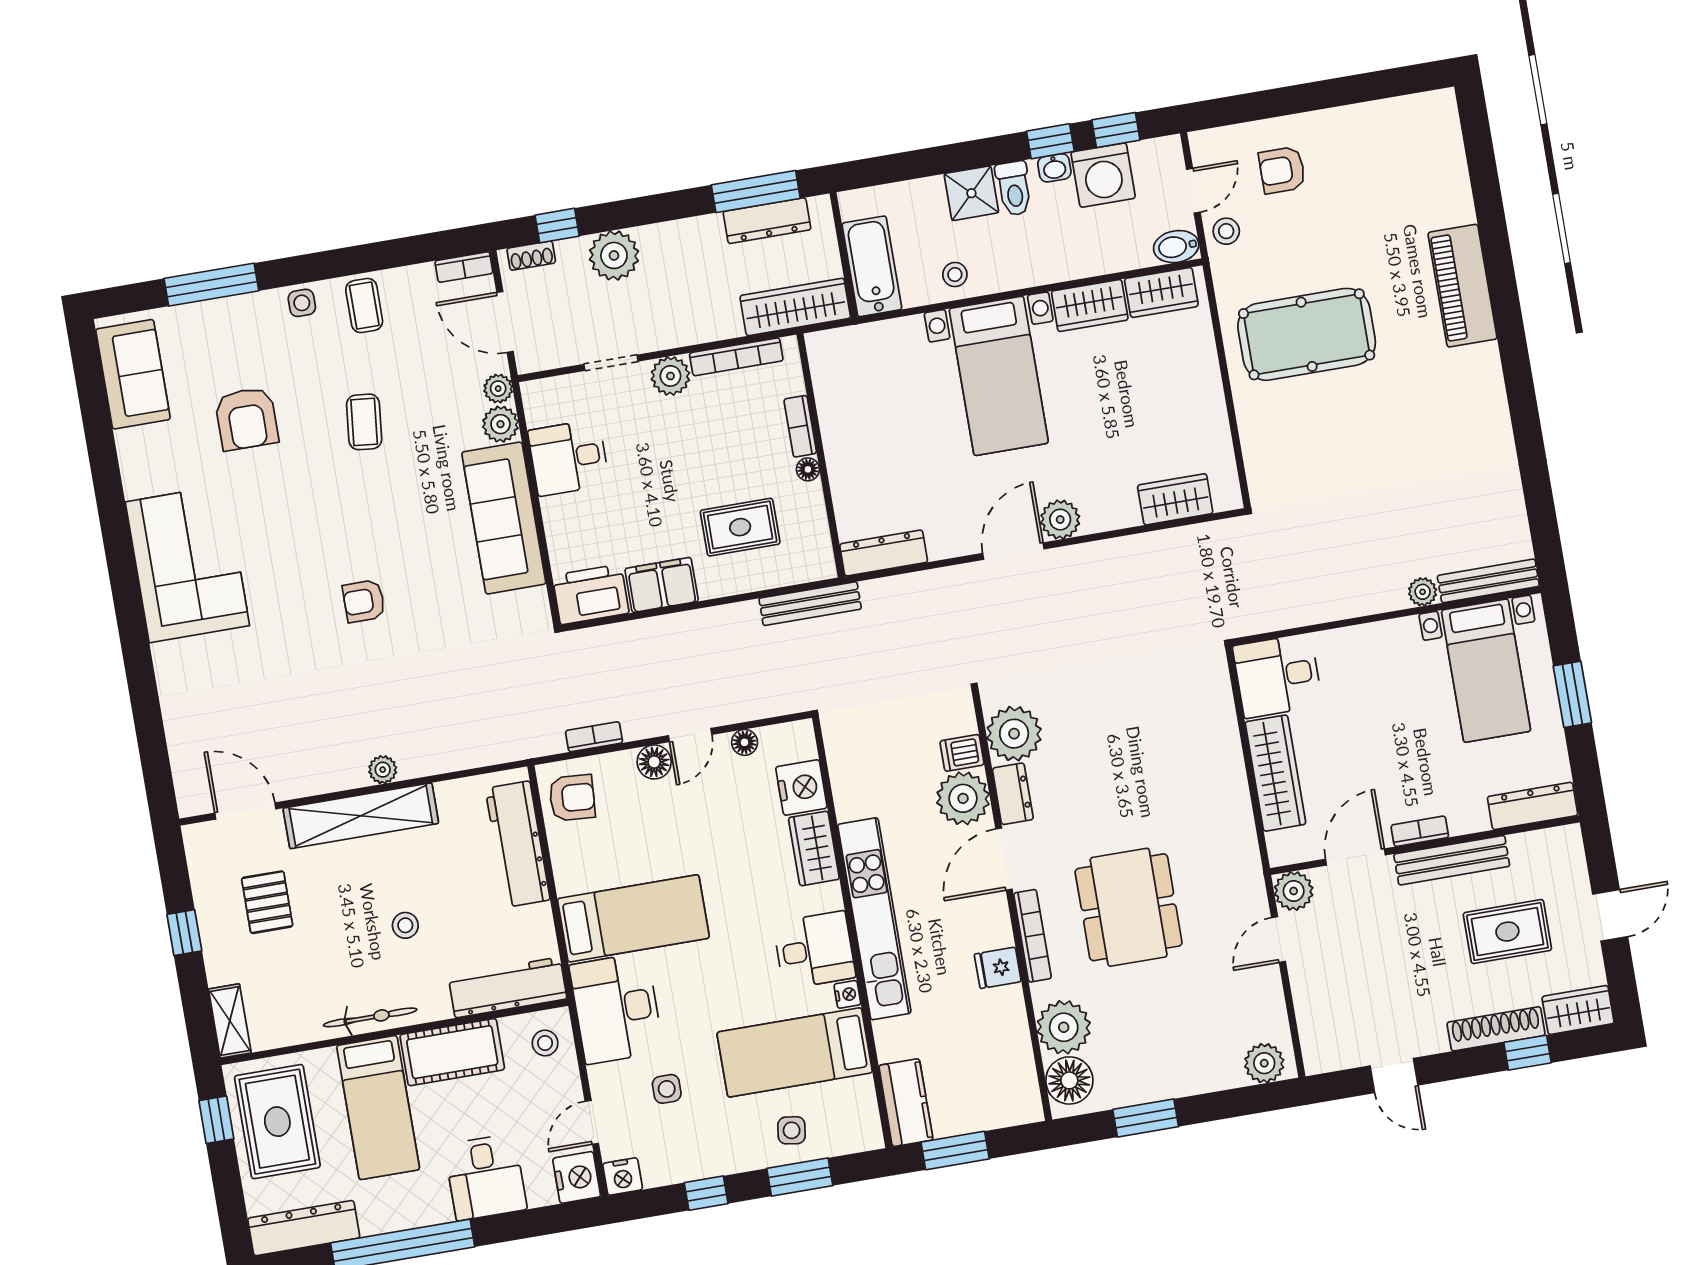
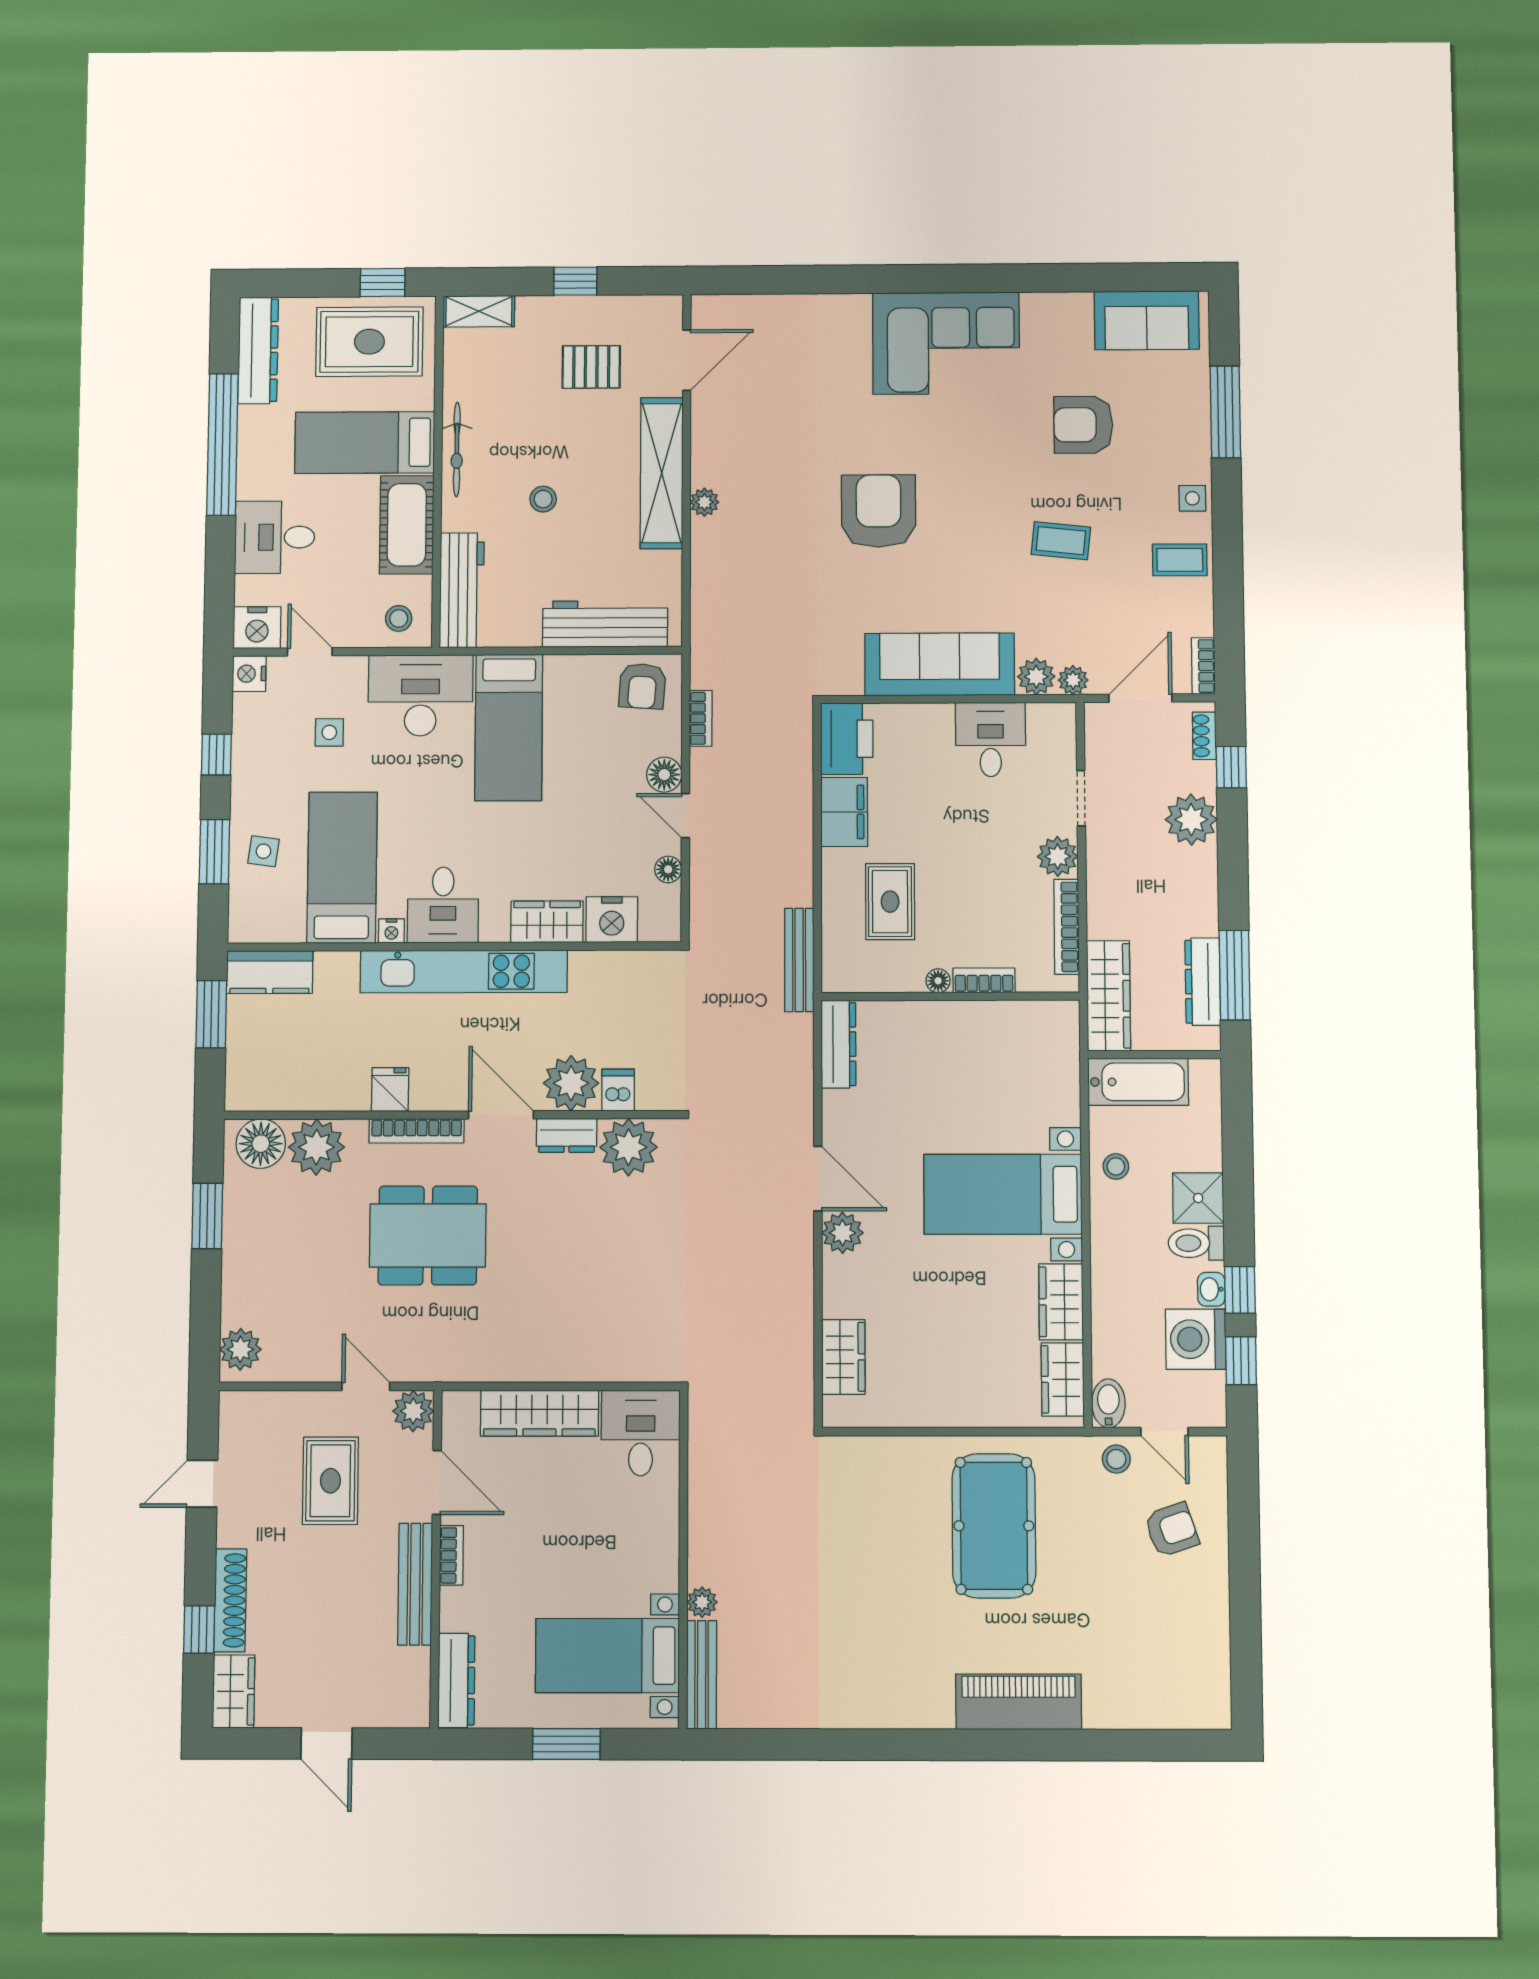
armchair: (1282, 170) -> (1172, 1530), turned 71
armchair: (364, 601) -> (879, 511), width x1.88, depth x1.88
rug: (1507, 932) -> (330, 1481), moved

